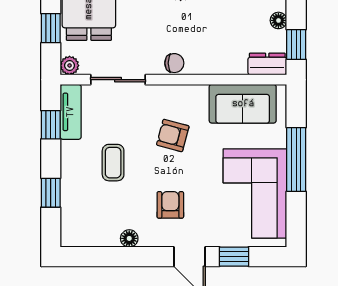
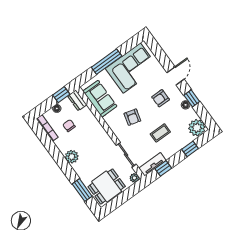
window: (51, 28) -> (125, 196), removed
chair: (174, 63) -> (69, 126), moved
plant: (78, 230) -> (197, 128), added
window: (234, 257) -> (192, 98), moved

